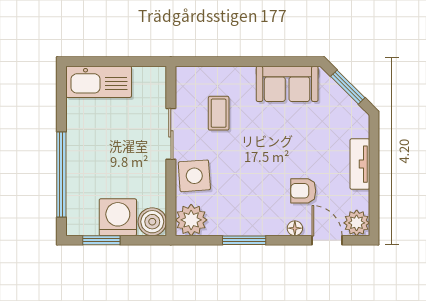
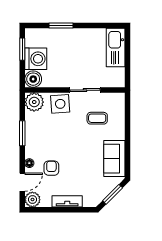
window: (61, 175) -> (61, 26), width x0.47

